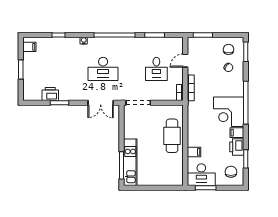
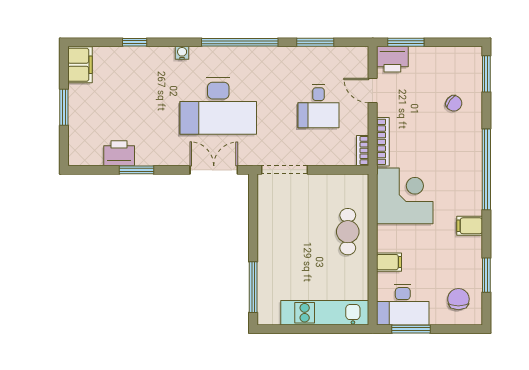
filing cabinet: (29, 47) -> (80, 65), width x2.00
chair: (228, 49) -> (454, 69), removed
door: (185, 61) -> (373, 91), hinge flipped
desk: (103, 69) -> (218, 106), width x1.36, depth x1.30
double door: (101, 103) -> (214, 170), swing flipped
corner desk: (229, 112) -> (405, 196), moved, turned 180
cafe table: (172, 136) -> (348, 232), width x0.73, depth x0.74
printer: (237, 147) -> (392, 59), moved, turned -90
kitchen unit: (130, 162) -> (325, 313), moved, turned -90

